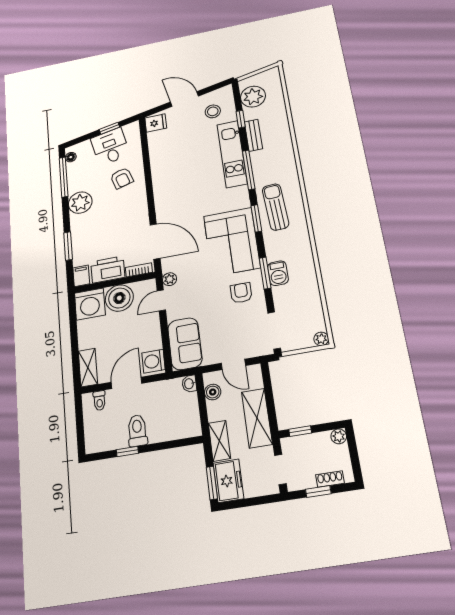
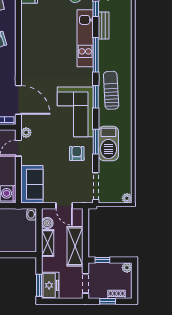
barbecue: (278, 273) -> (108, 143), width x1.88, depth x1.53
shelving: (219, 441) -> (48, 243), moved

